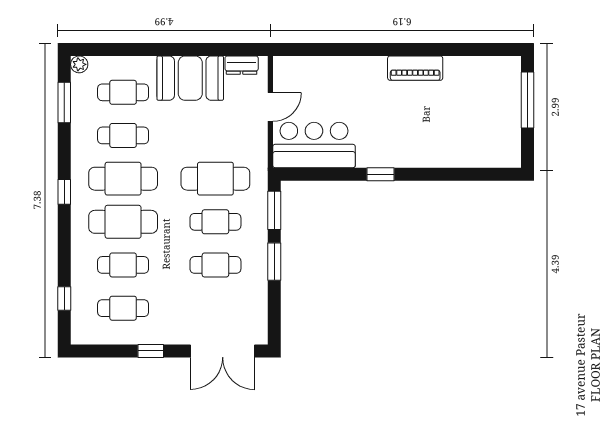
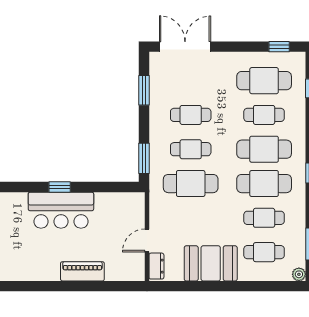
dresser: (242, 65) -> (156, 266), moved, turned 90
piano: (415, 68) -> (82, 271), moved
bar counter: (314, 145) -> (61, 210), moved
window: (274, 262) -> (144, 90), moved
cafe table: (123, 308) -> (264, 81), width x1.37, depth x1.35
window: (151, 351) -> (279, 47), moved

